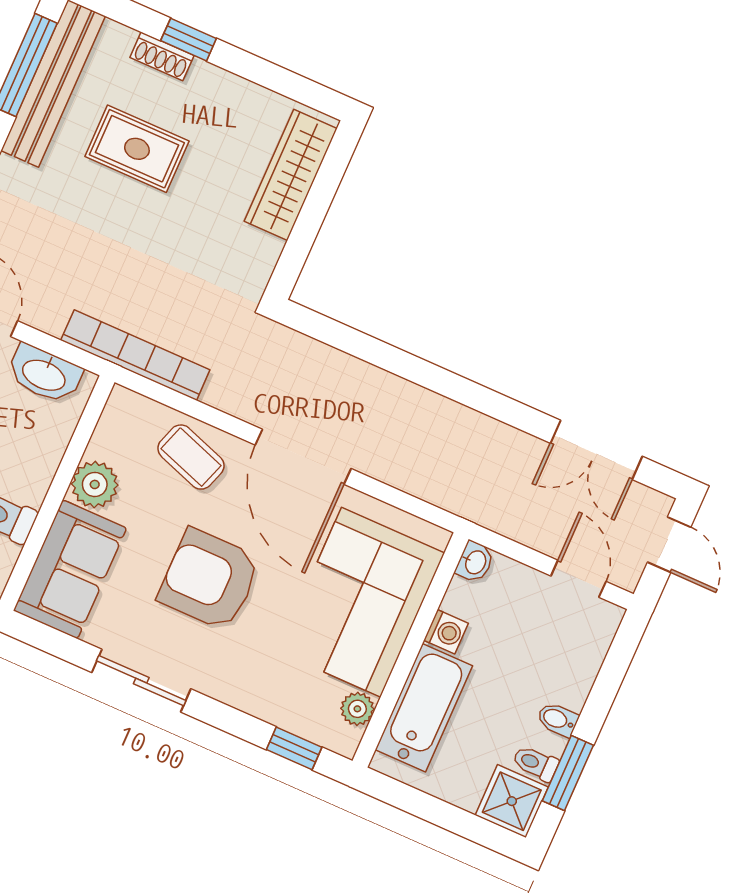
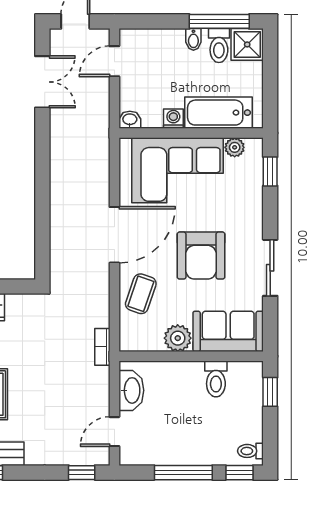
bookcase: (135, 355) -> (102, 347), width x0.43, depth x0.76
toilet: (536, 763) -> (219, 46), width x1.37, depth x1.39
window: (568, 773) -> (219, 21), width x1.44

